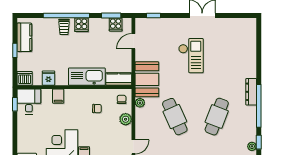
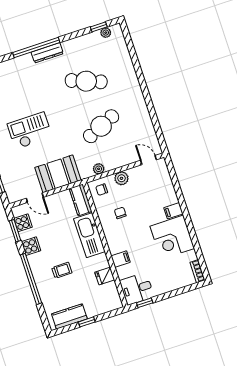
cooker: (81, 25) -> (31, 246), moved
trolley: (64, 27) -> (62, 270), moved
dishwasher: (25, 78) -> (113, 301), removed
booth: (147, 79) -> (58, 174), moved
window: (259, 106) -> (36, 47), moved

